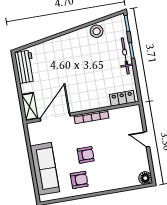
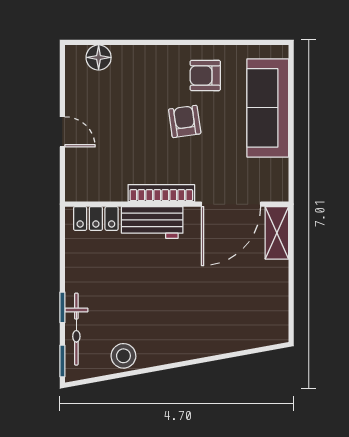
bicycle: (125, 56) -> (76, 329), moved
workbench: (25, 67) -> (152, 222), moved, turned -90
armchair: (86, 155) -> (185, 121), turned 82
floor lamp: (145, 178) -> (99, 57), moved

